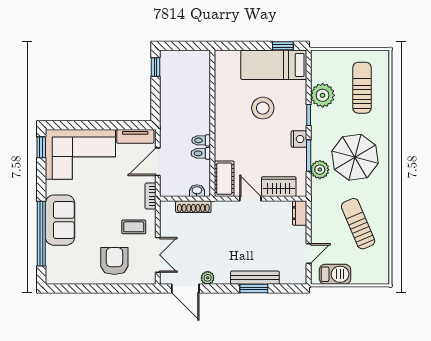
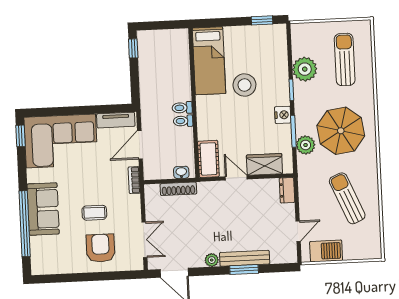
bed: (274, 65) -> (209, 61), moved, turned -90
toilet: (201, 153) -> (182, 108), moved
coffee table: (134, 227) -> (94, 213), moved
plant: (208, 278) -> (212, 260), moved

